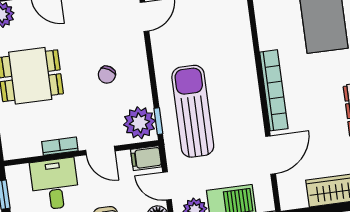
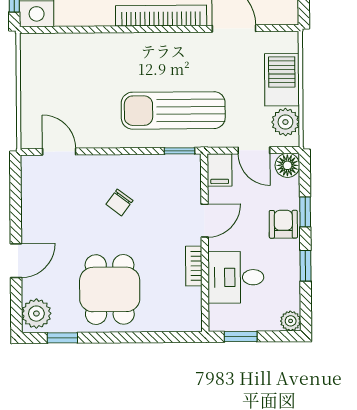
chair: (107, 75) -> (119, 202), turned 95
plant: (139, 123) -> (179, 172), removed
door: (167, 186) -> (254, 150), hinge flipped

